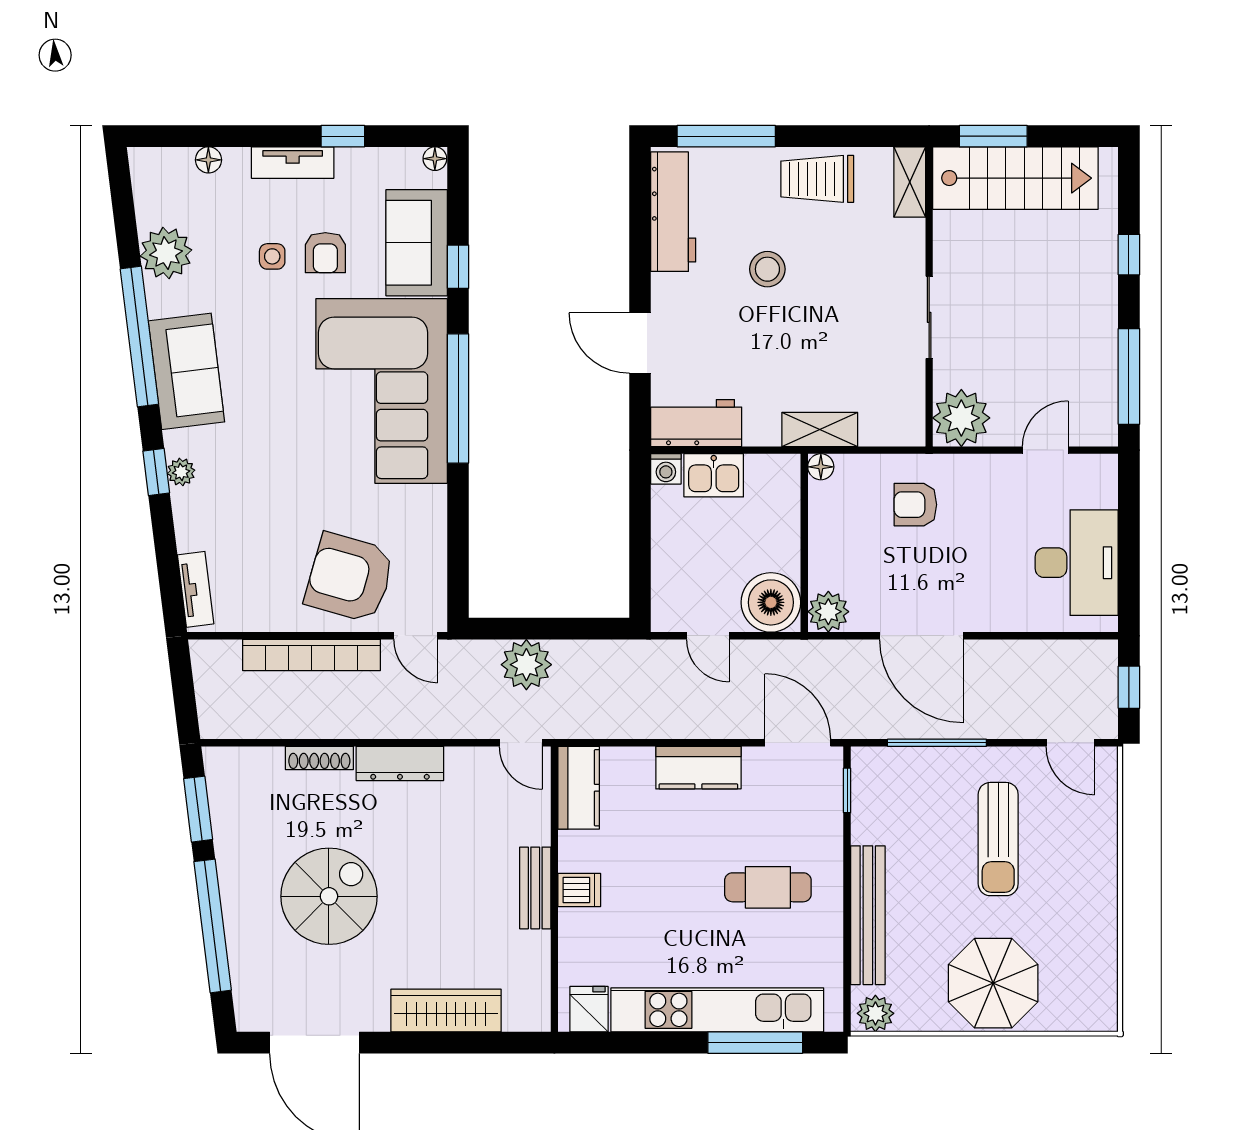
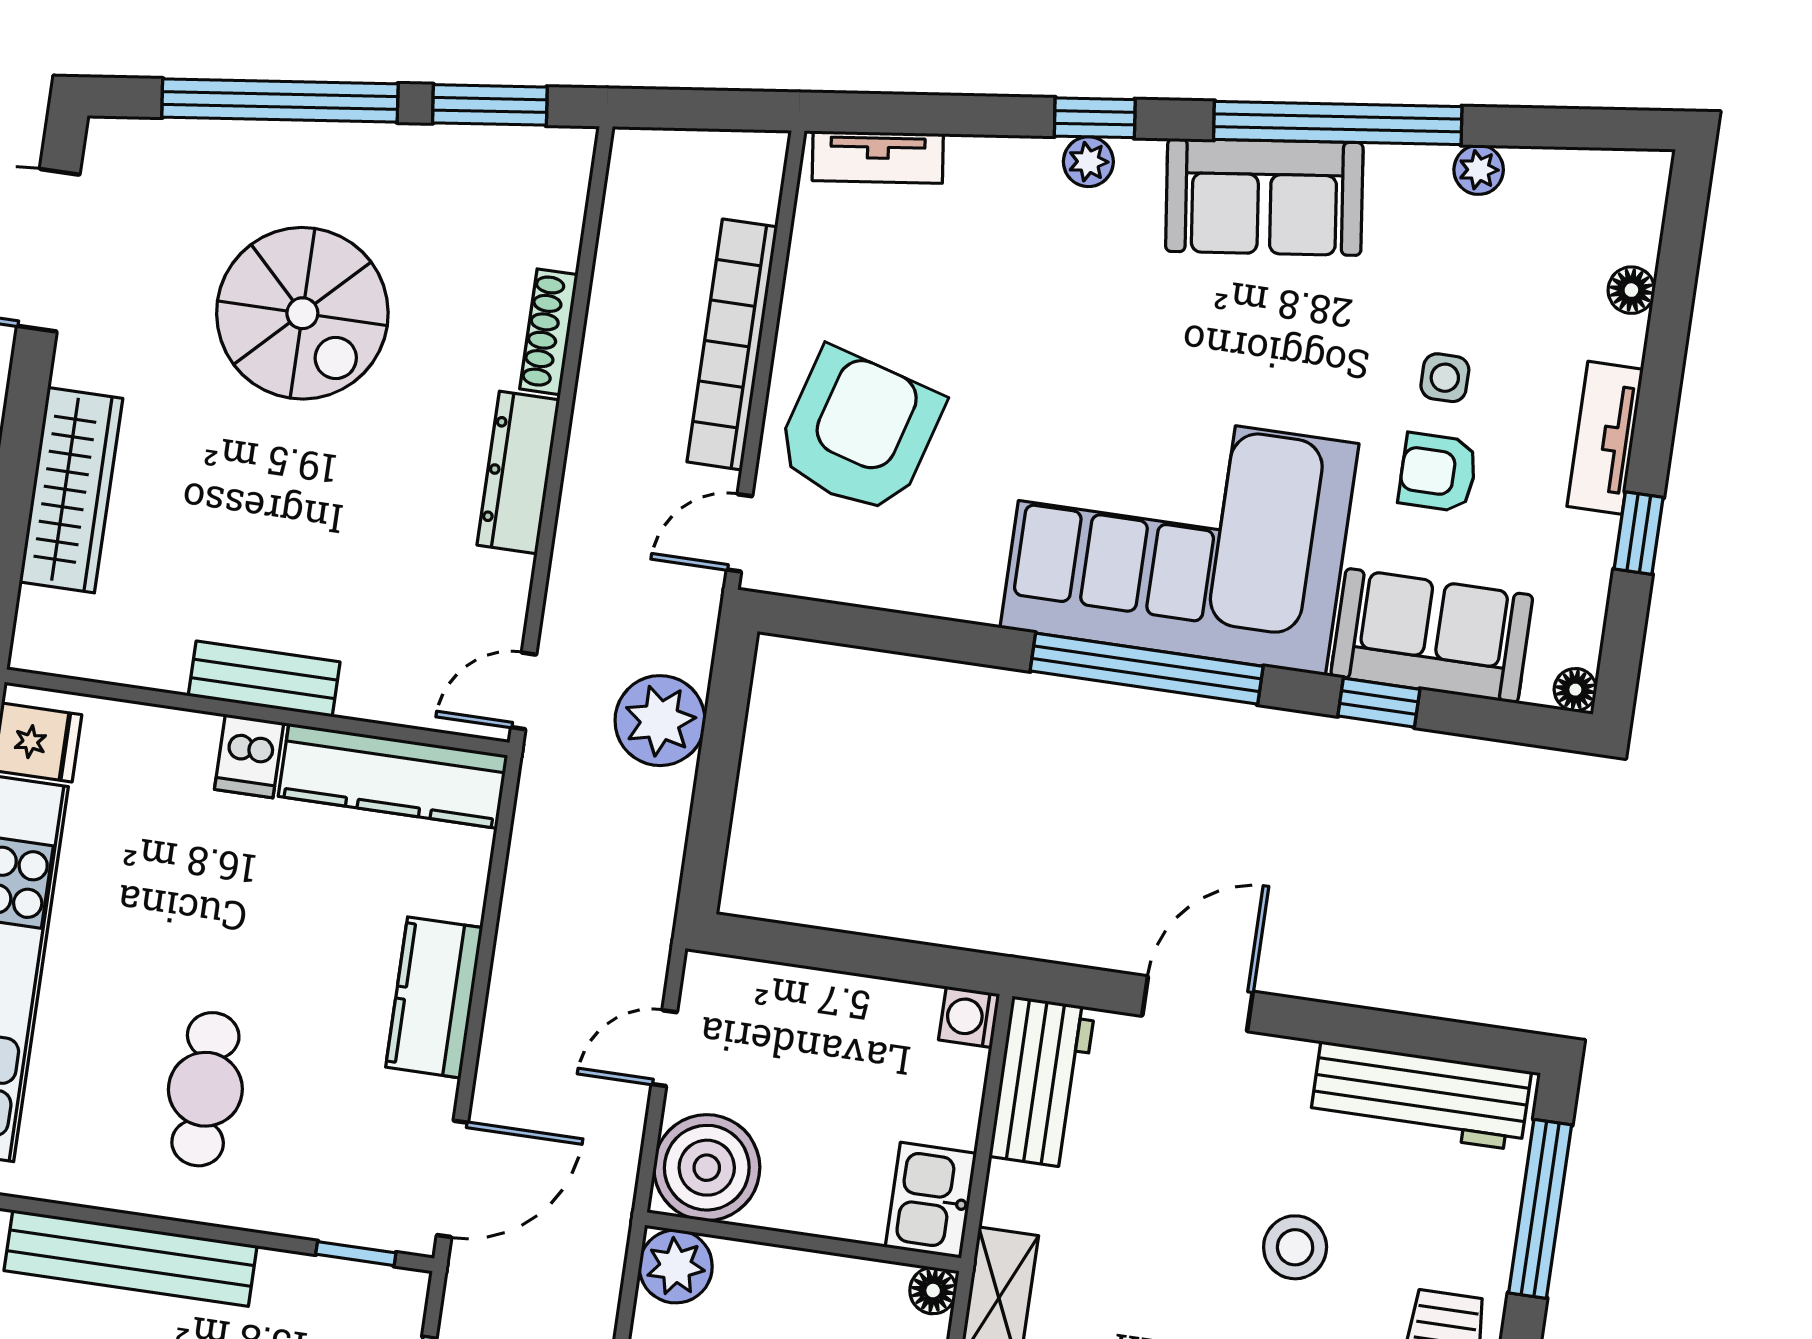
plant: (166, 253) -> (1479, 170), width x0.53, depth x0.53
kitchen sink: (714, 475) -> (931, 1200), moved
kitchen counter: (579, 788) -> (393, 776), width x1.50

